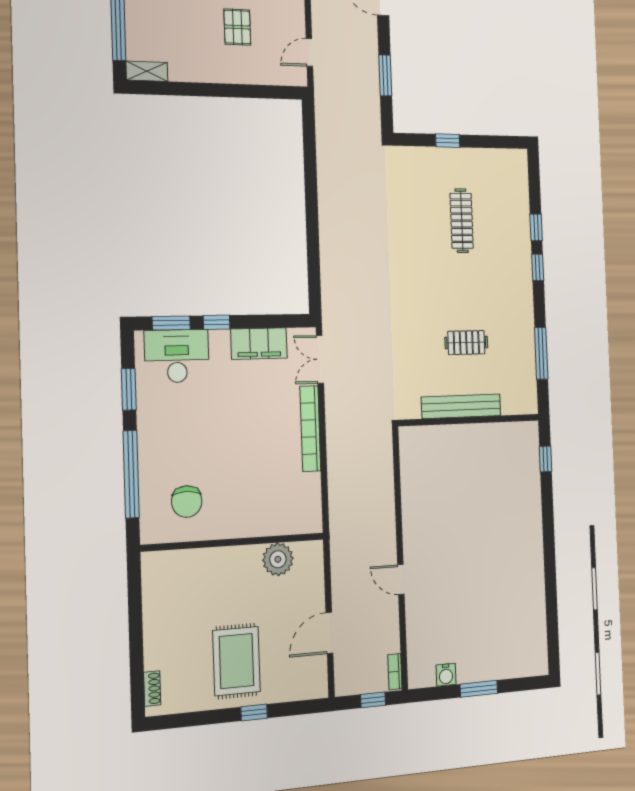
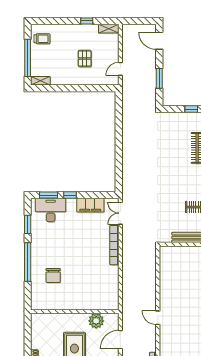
wall: (233, 542) -> (75, 312), moved
plant: (278, 559) -> (96, 321), moved

